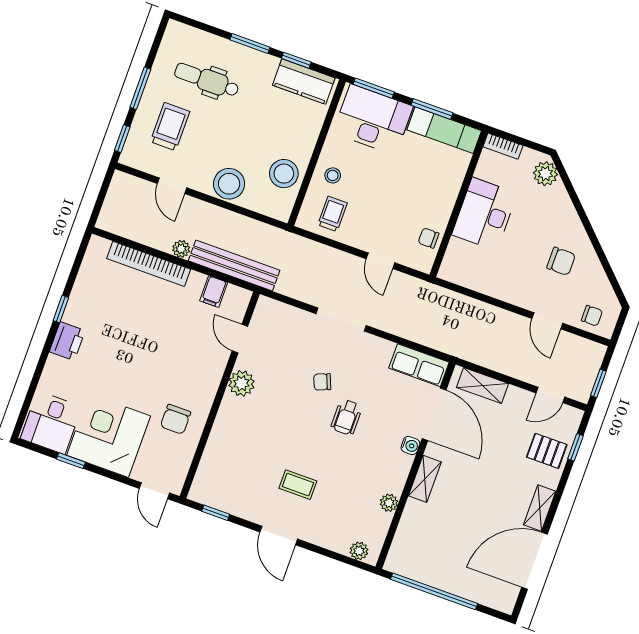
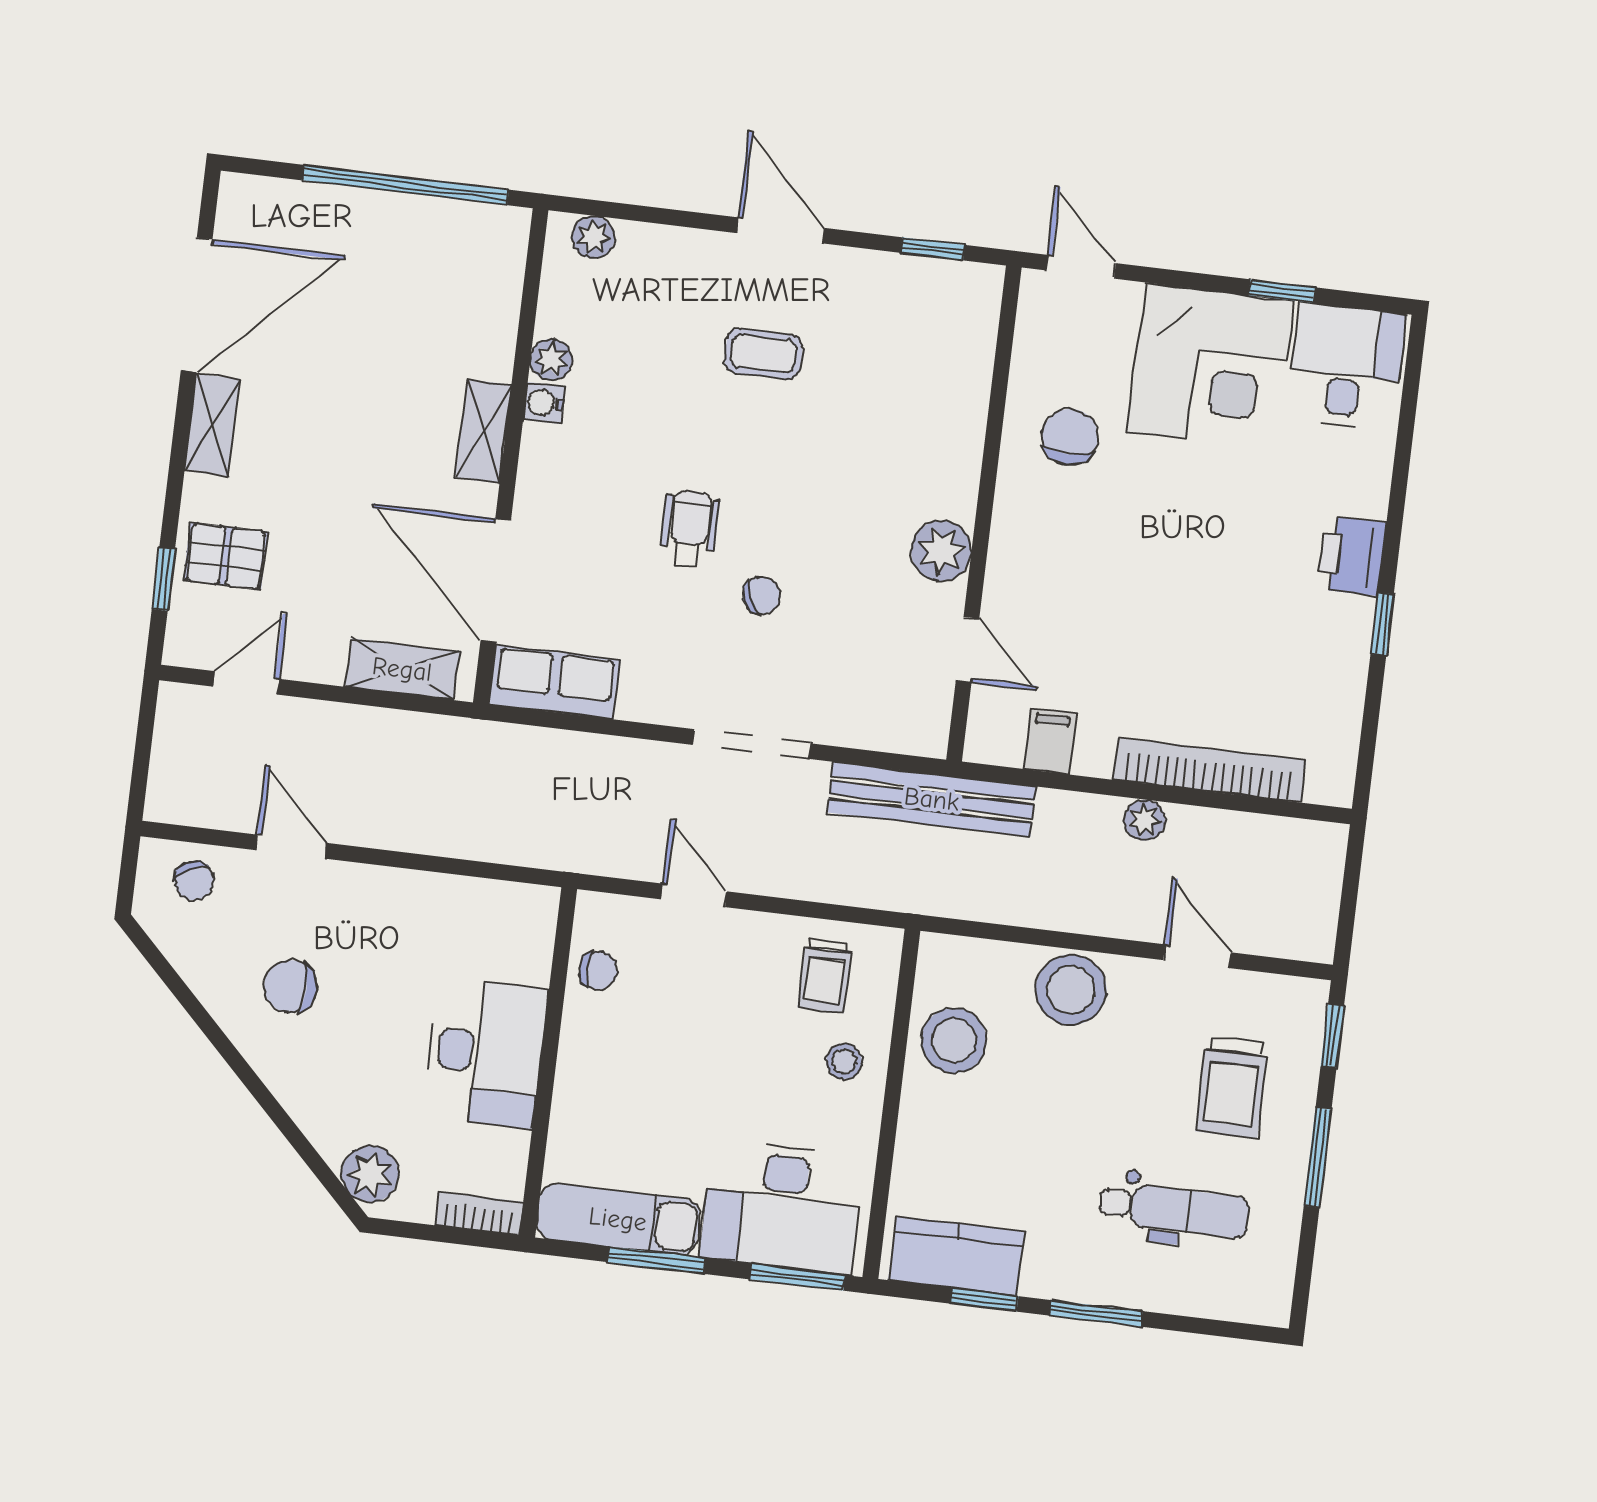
bench: (234, 266) -> (932, 799), moved
chair: (592, 316) -> (194, 881), turned -119
window: (598, 383) -> (145, 733), removed
water cooler: (410, 445) -> (544, 403), moved

